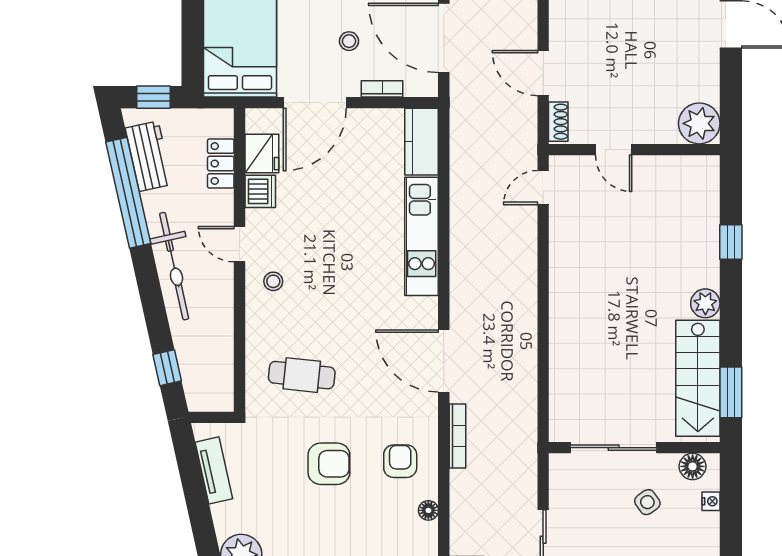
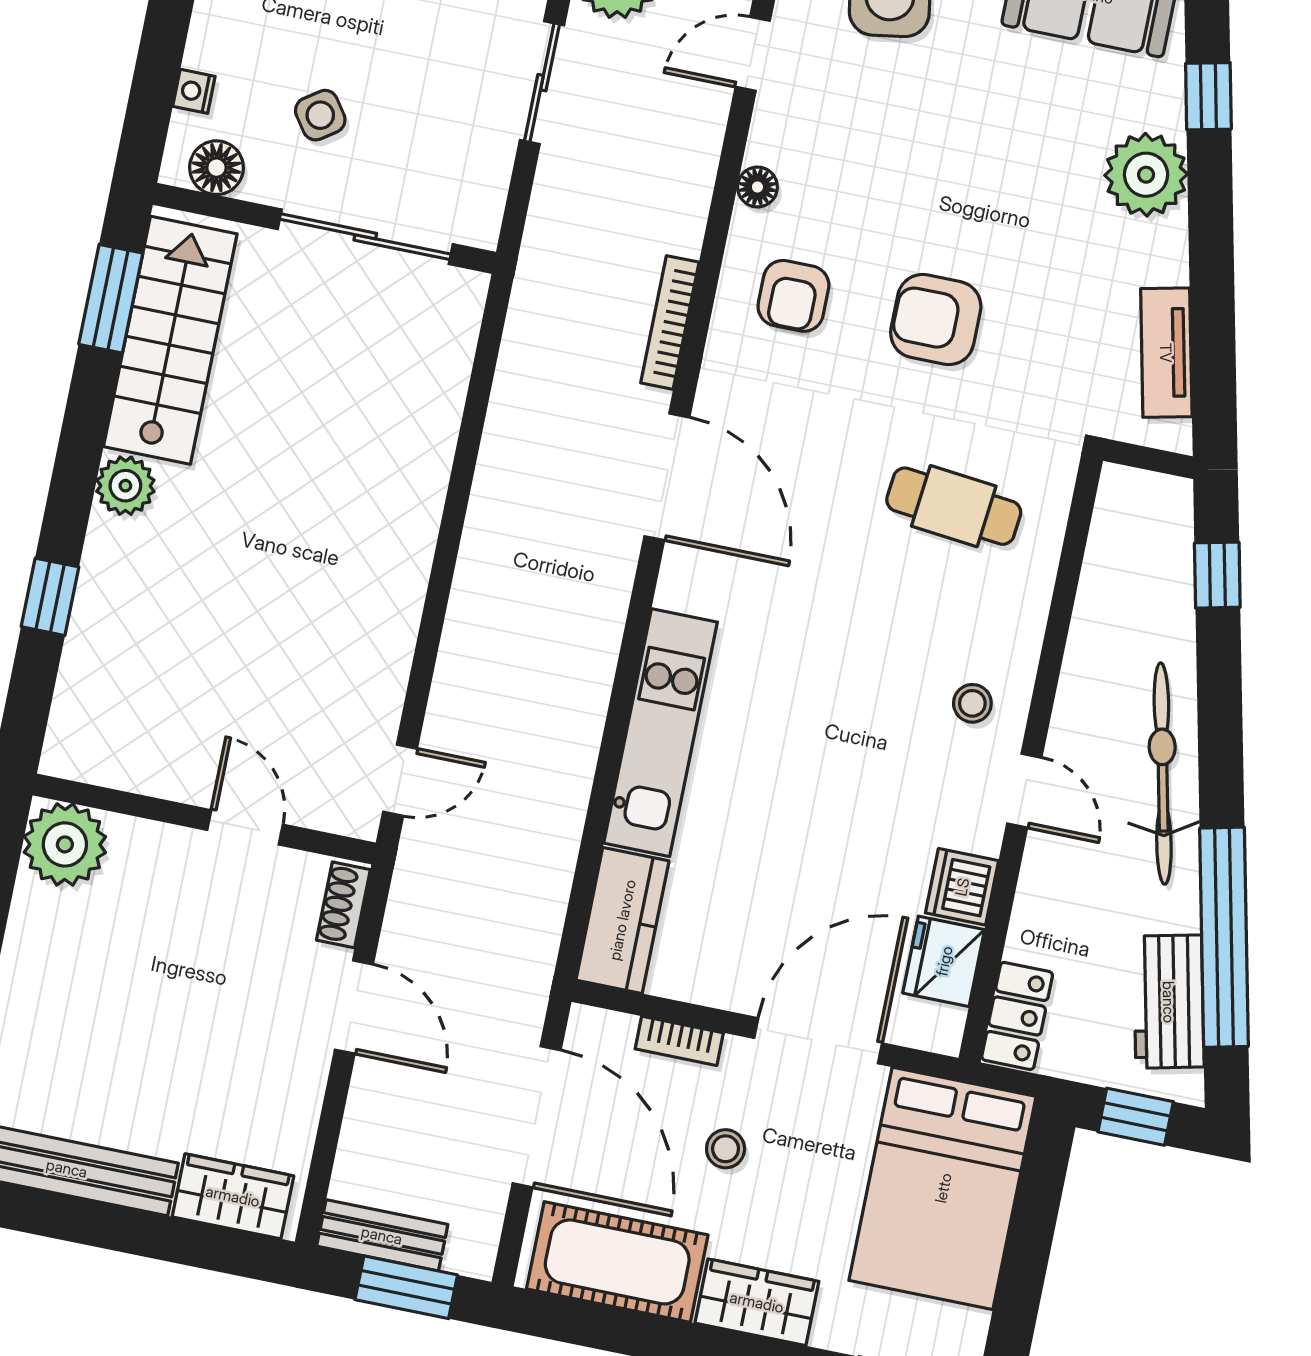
locker: (221, 164) -> (1017, 1016), moved

